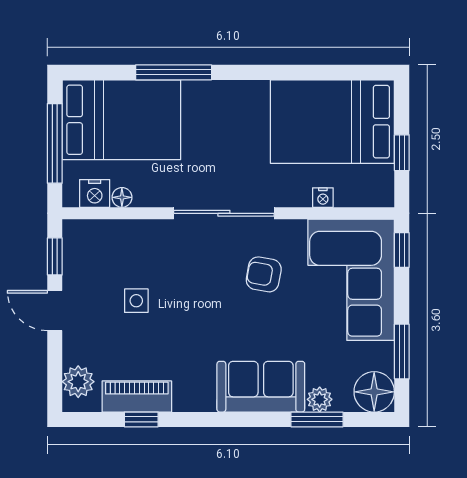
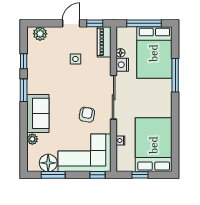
nightstand: (95, 193) -> (122, 65), moved
floor lamp: (374, 392) -> (48, 163), moved
piano: (137, 396) -> (104, 42), moved, turned 180
window: (317, 419) -> (24, 90), moved

